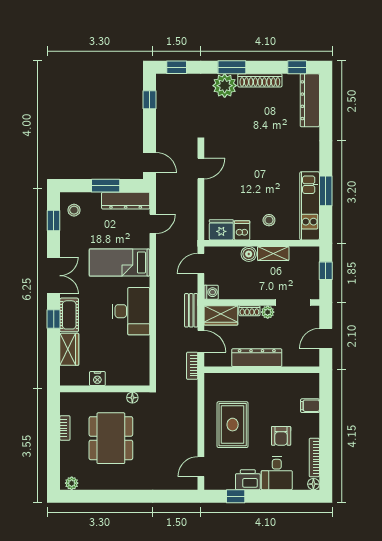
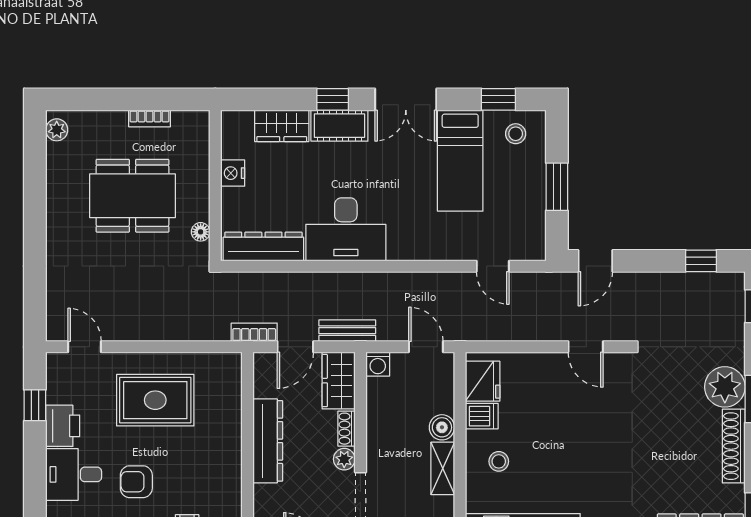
dresser: (126, 201) -> (263, 246), moved, turned 90
bed: (120, 262) -> (460, 161), moved, turned 180

